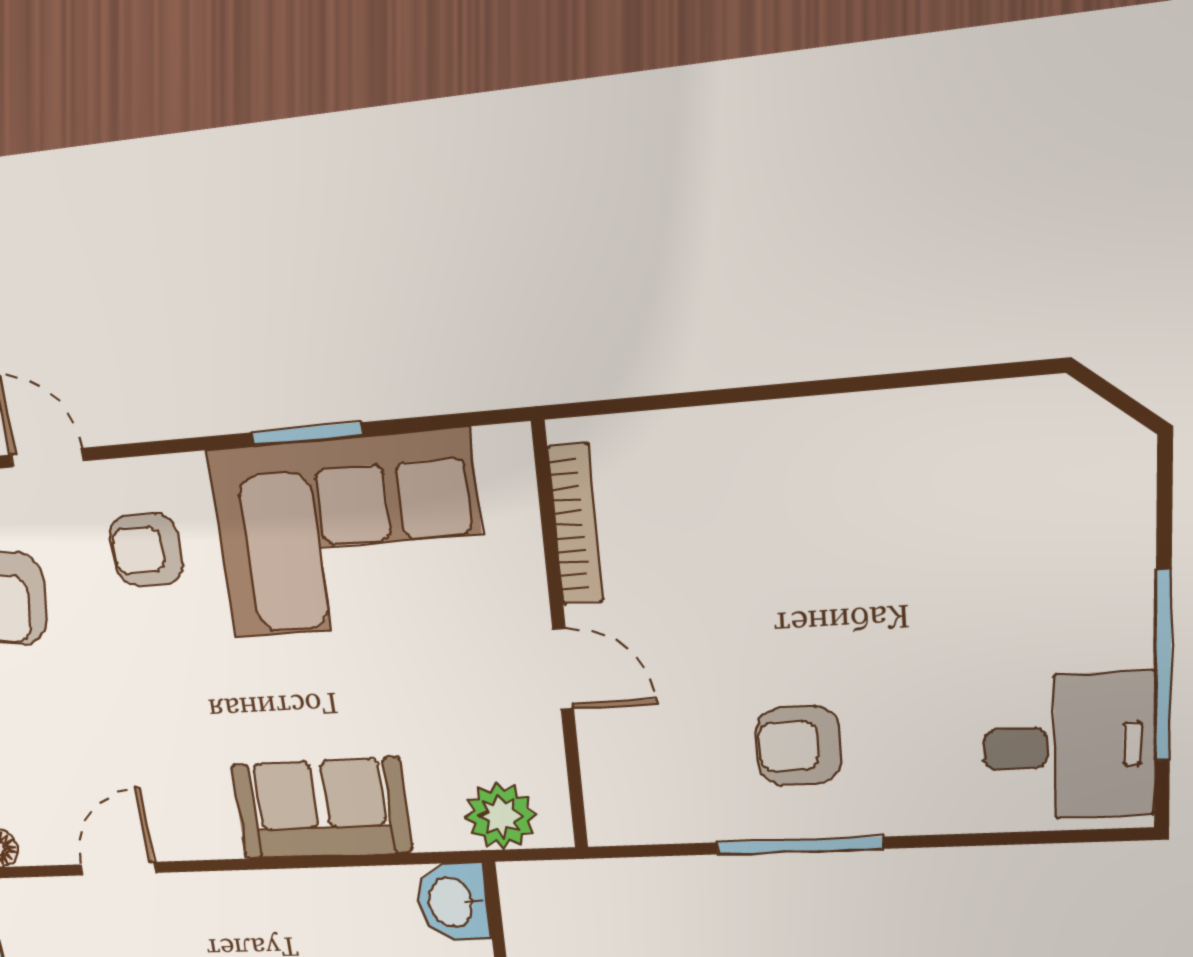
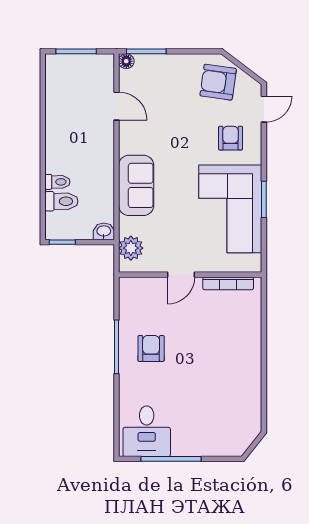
washbasin: (453, 902) -> (104, 231), width x0.72, depth x0.69

